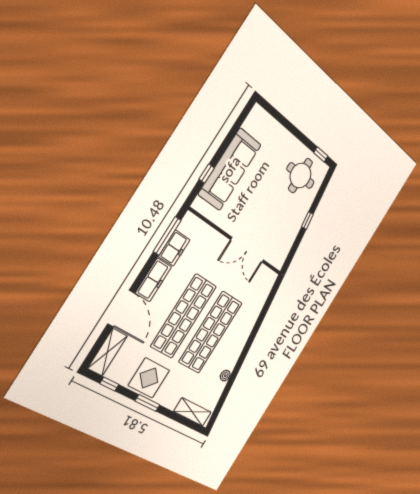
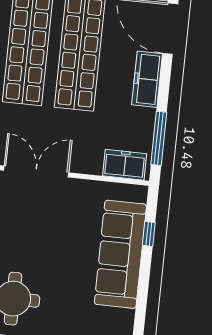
freezer: (174, 248) -> (125, 165), moved, turned 90

